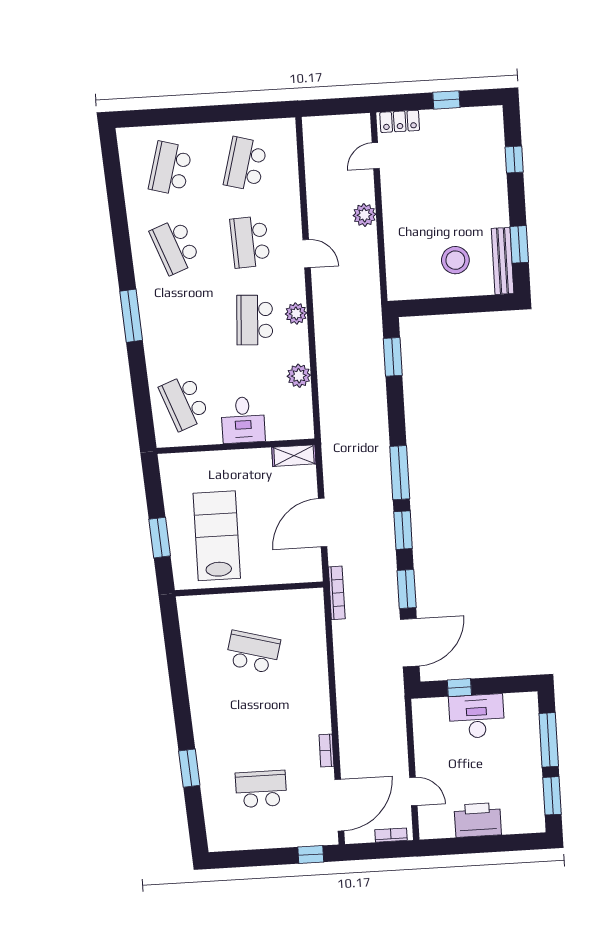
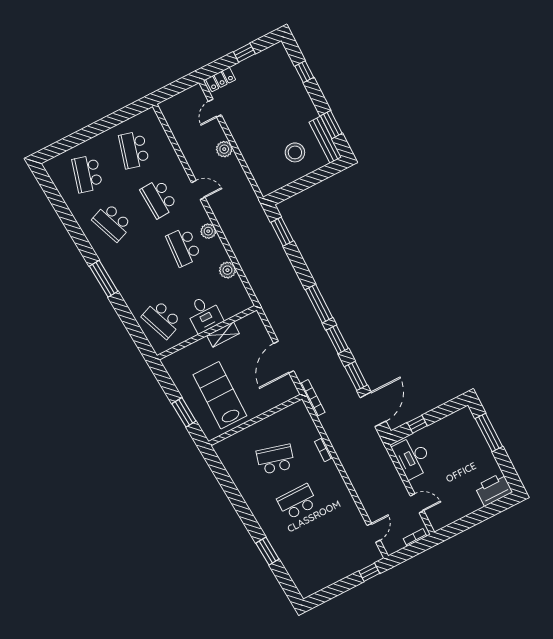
shelving: (294, 456) -> (223, 335), moved
desk: (477, 716) -> (413, 457), moved, turned -90
bookcase: (327, 751) -> (324, 450), moved
school desk: (261, 789) -> (297, 502), moved
window: (552, 796) -> (507, 467), removed
door: (339, 805) -> (374, 533), width x0.53
printer: (478, 820) -> (494, 489), moved

